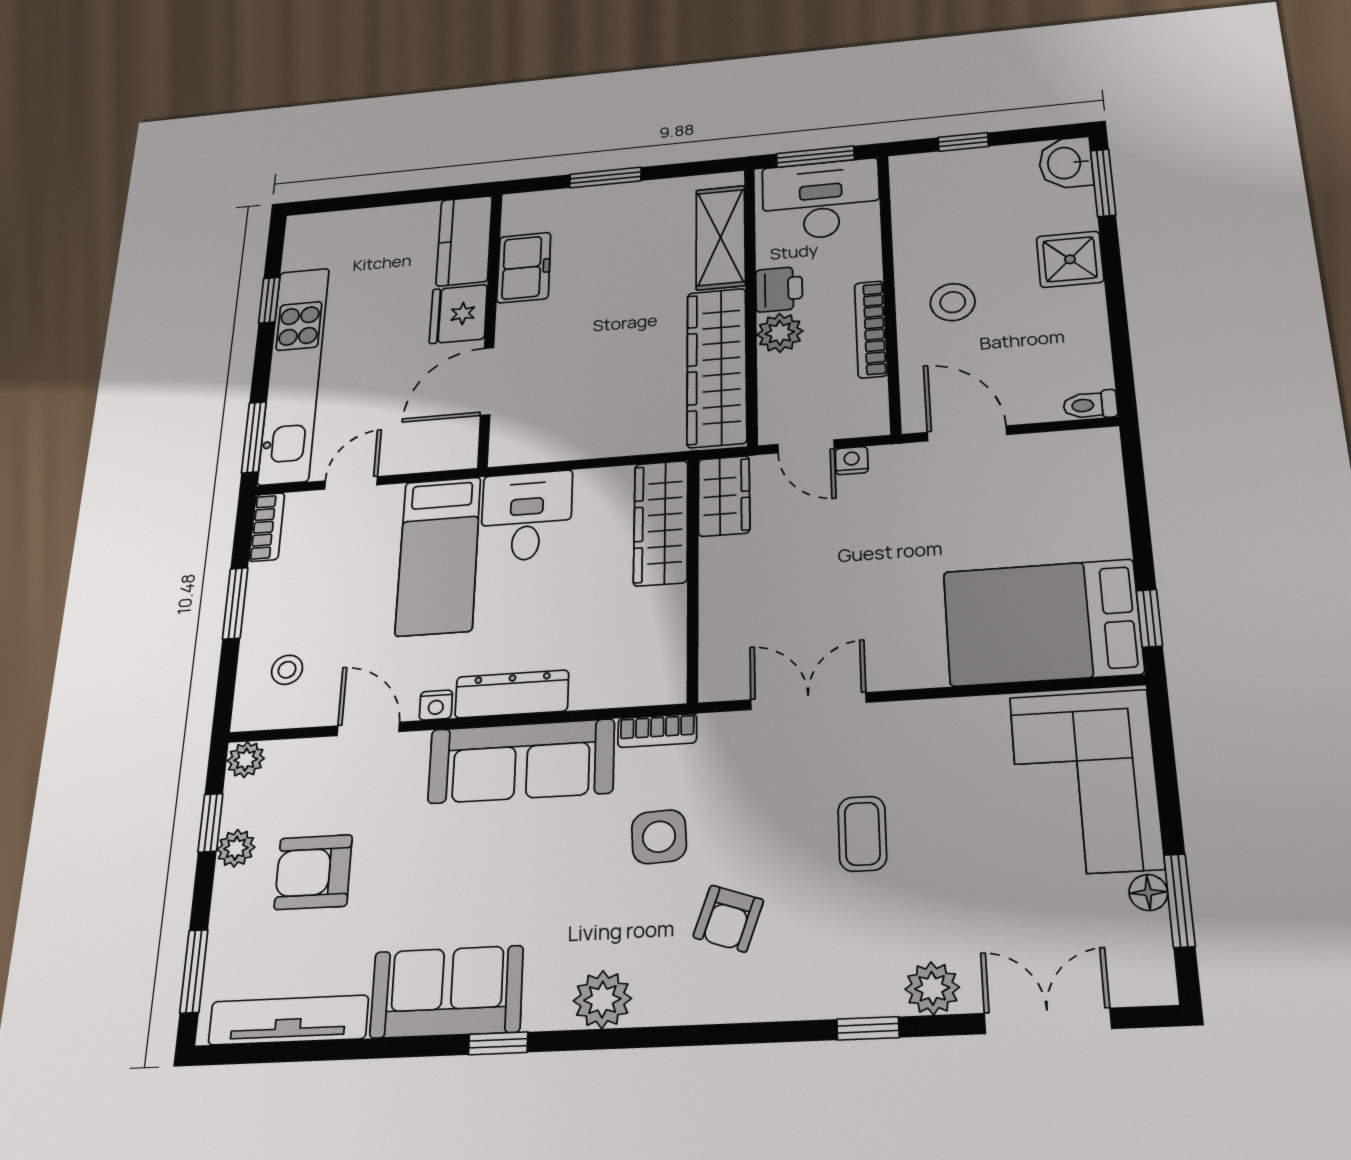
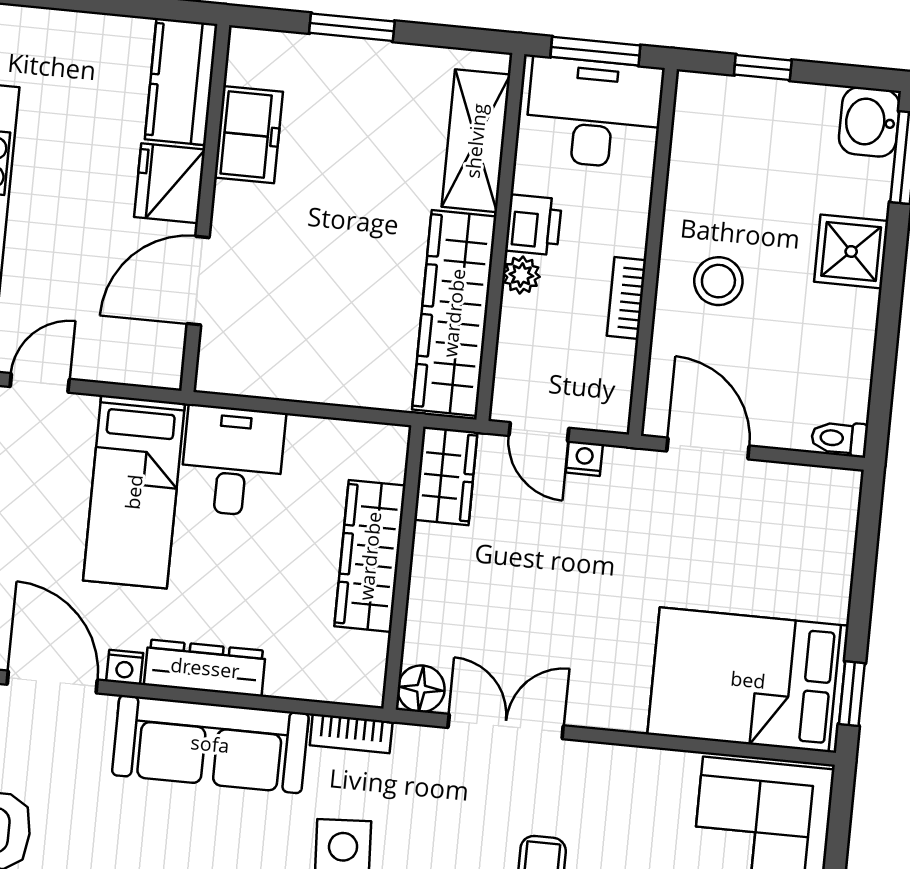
bookcase: (871, 329) -> (626, 298), width x0.64
plant: (780, 333) -> (521, 275), width x0.73, depth x0.73
wardrobe: (661, 523) -> (370, 556), moved
floor lamp: (721, 680) -> (421, 689), added
door: (368, 729) -> (52, 682), width x1.38

